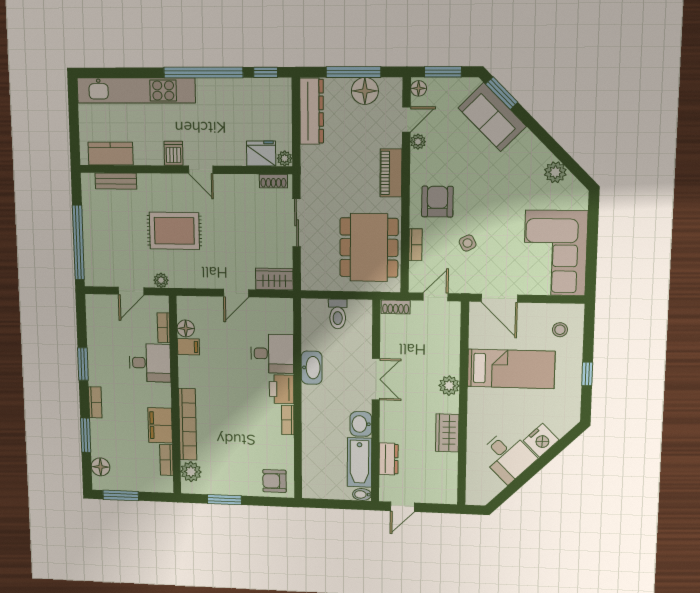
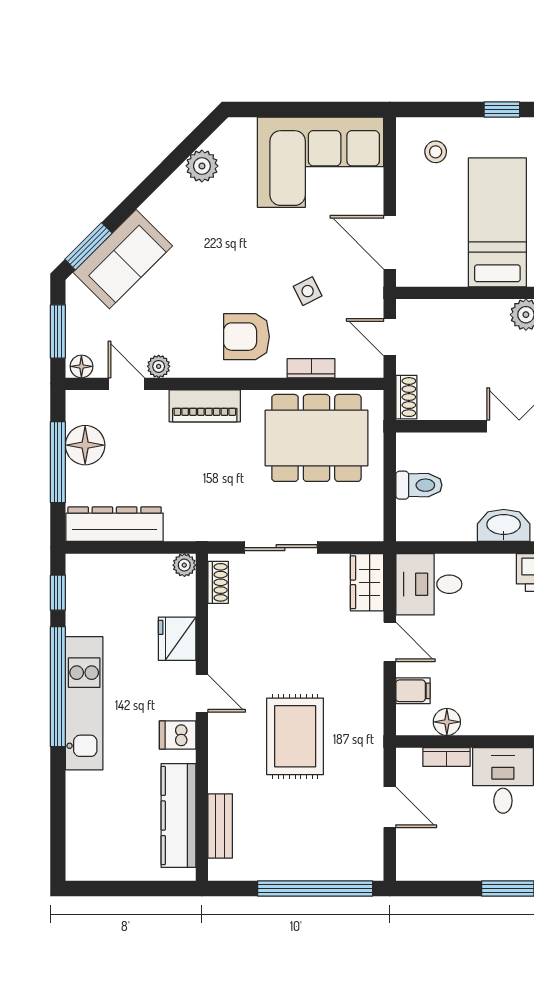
kitchen unit: (136, 91) -> (84, 703), moved, width x0.73
fridge: (261, 153) -> (177, 639), moved
kitchen counter: (111, 154) -> (178, 815), width x1.50
door: (201, 170) -> (202, 693), hinge flipped
plant: (161, 280) -> (372, 759), removed
door: (499, 298) -> (390, 242), swing flipped
filing cabinet: (188, 347) -> (413, 691), moved, turned 90
desk: (272, 354) -> (429, 584), moved, turned -90

